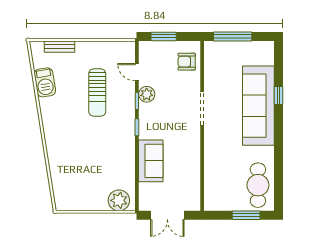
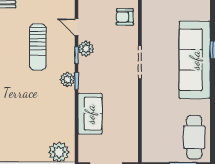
plant: (128, 126) -> (67, 80), added

